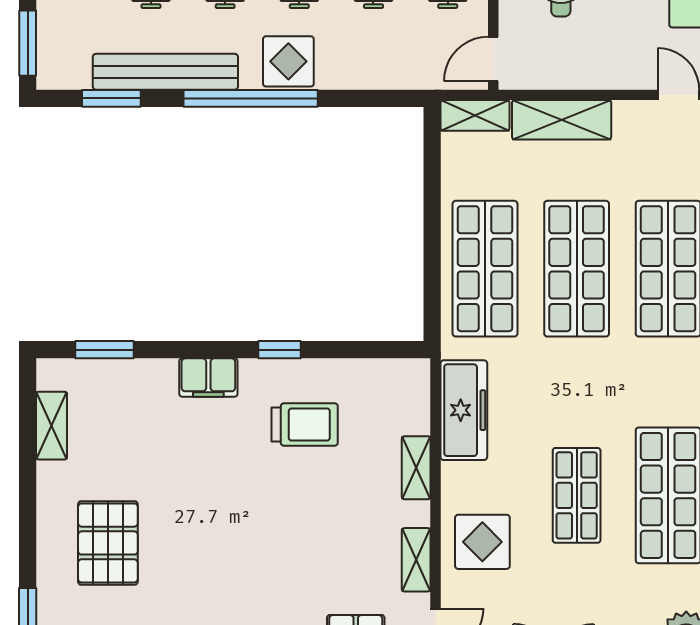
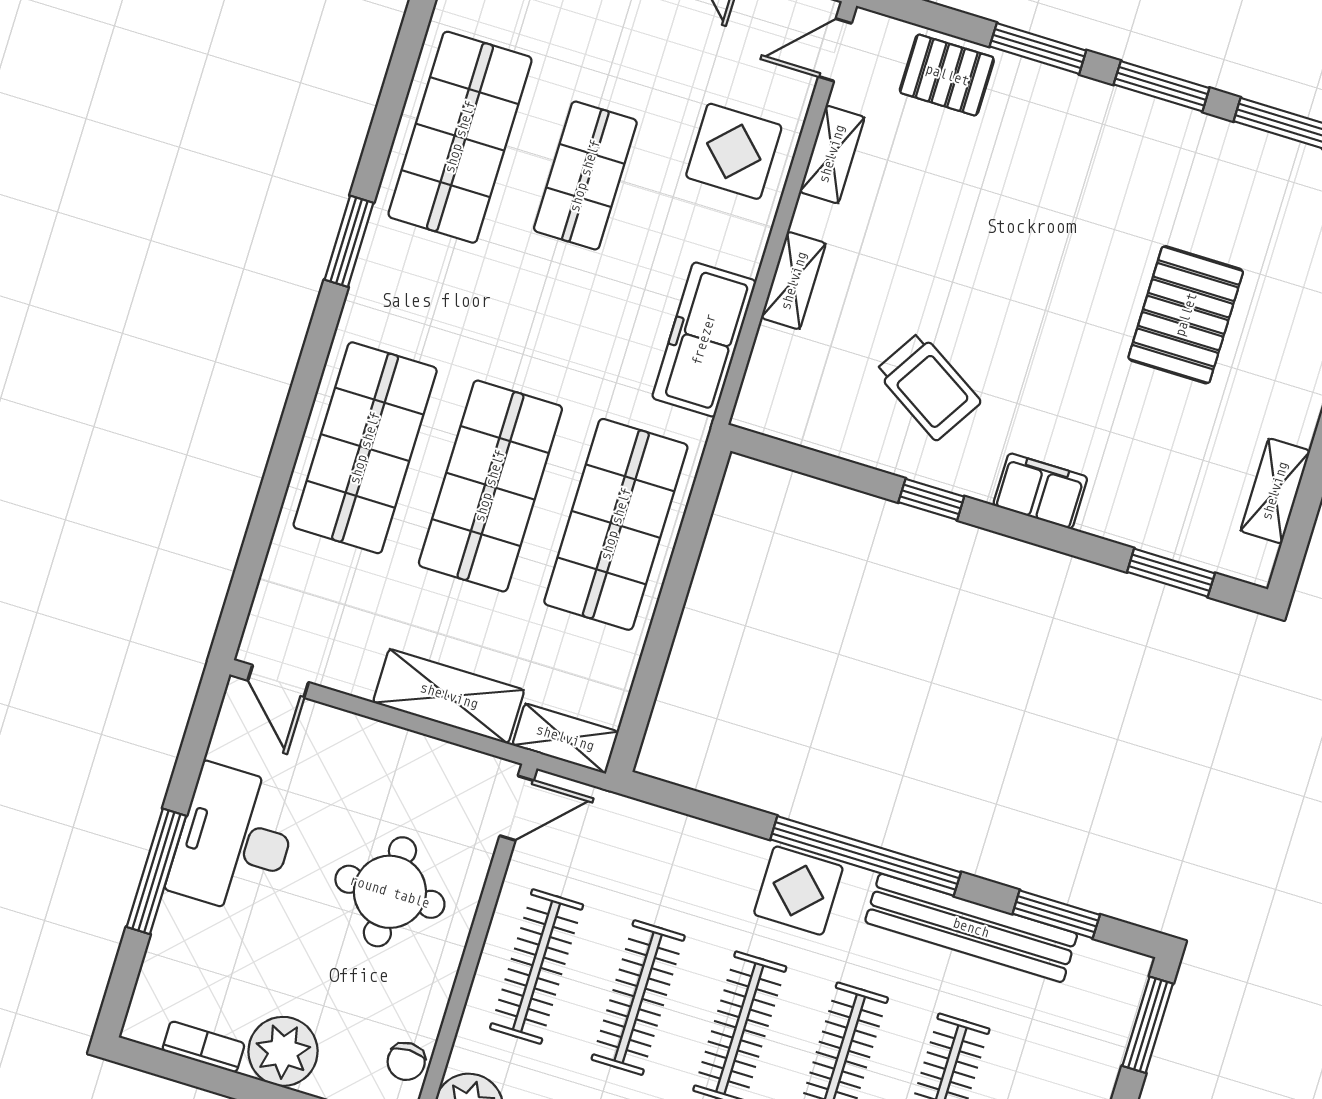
trolley: (305, 425) -> (928, 386), turned -148
pallet: (108, 543) -> (1186, 315), moved

